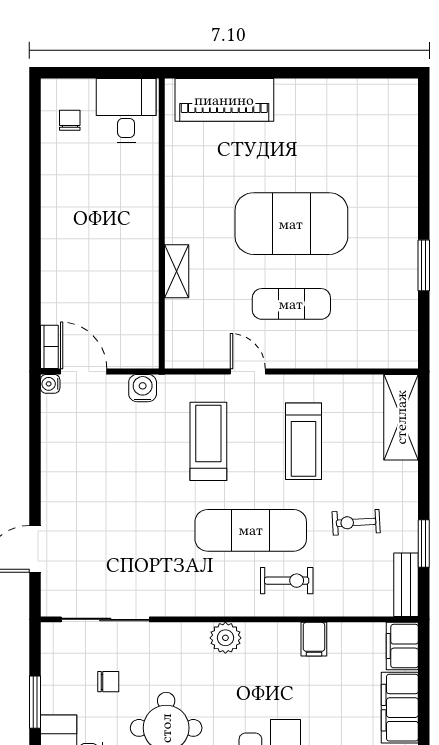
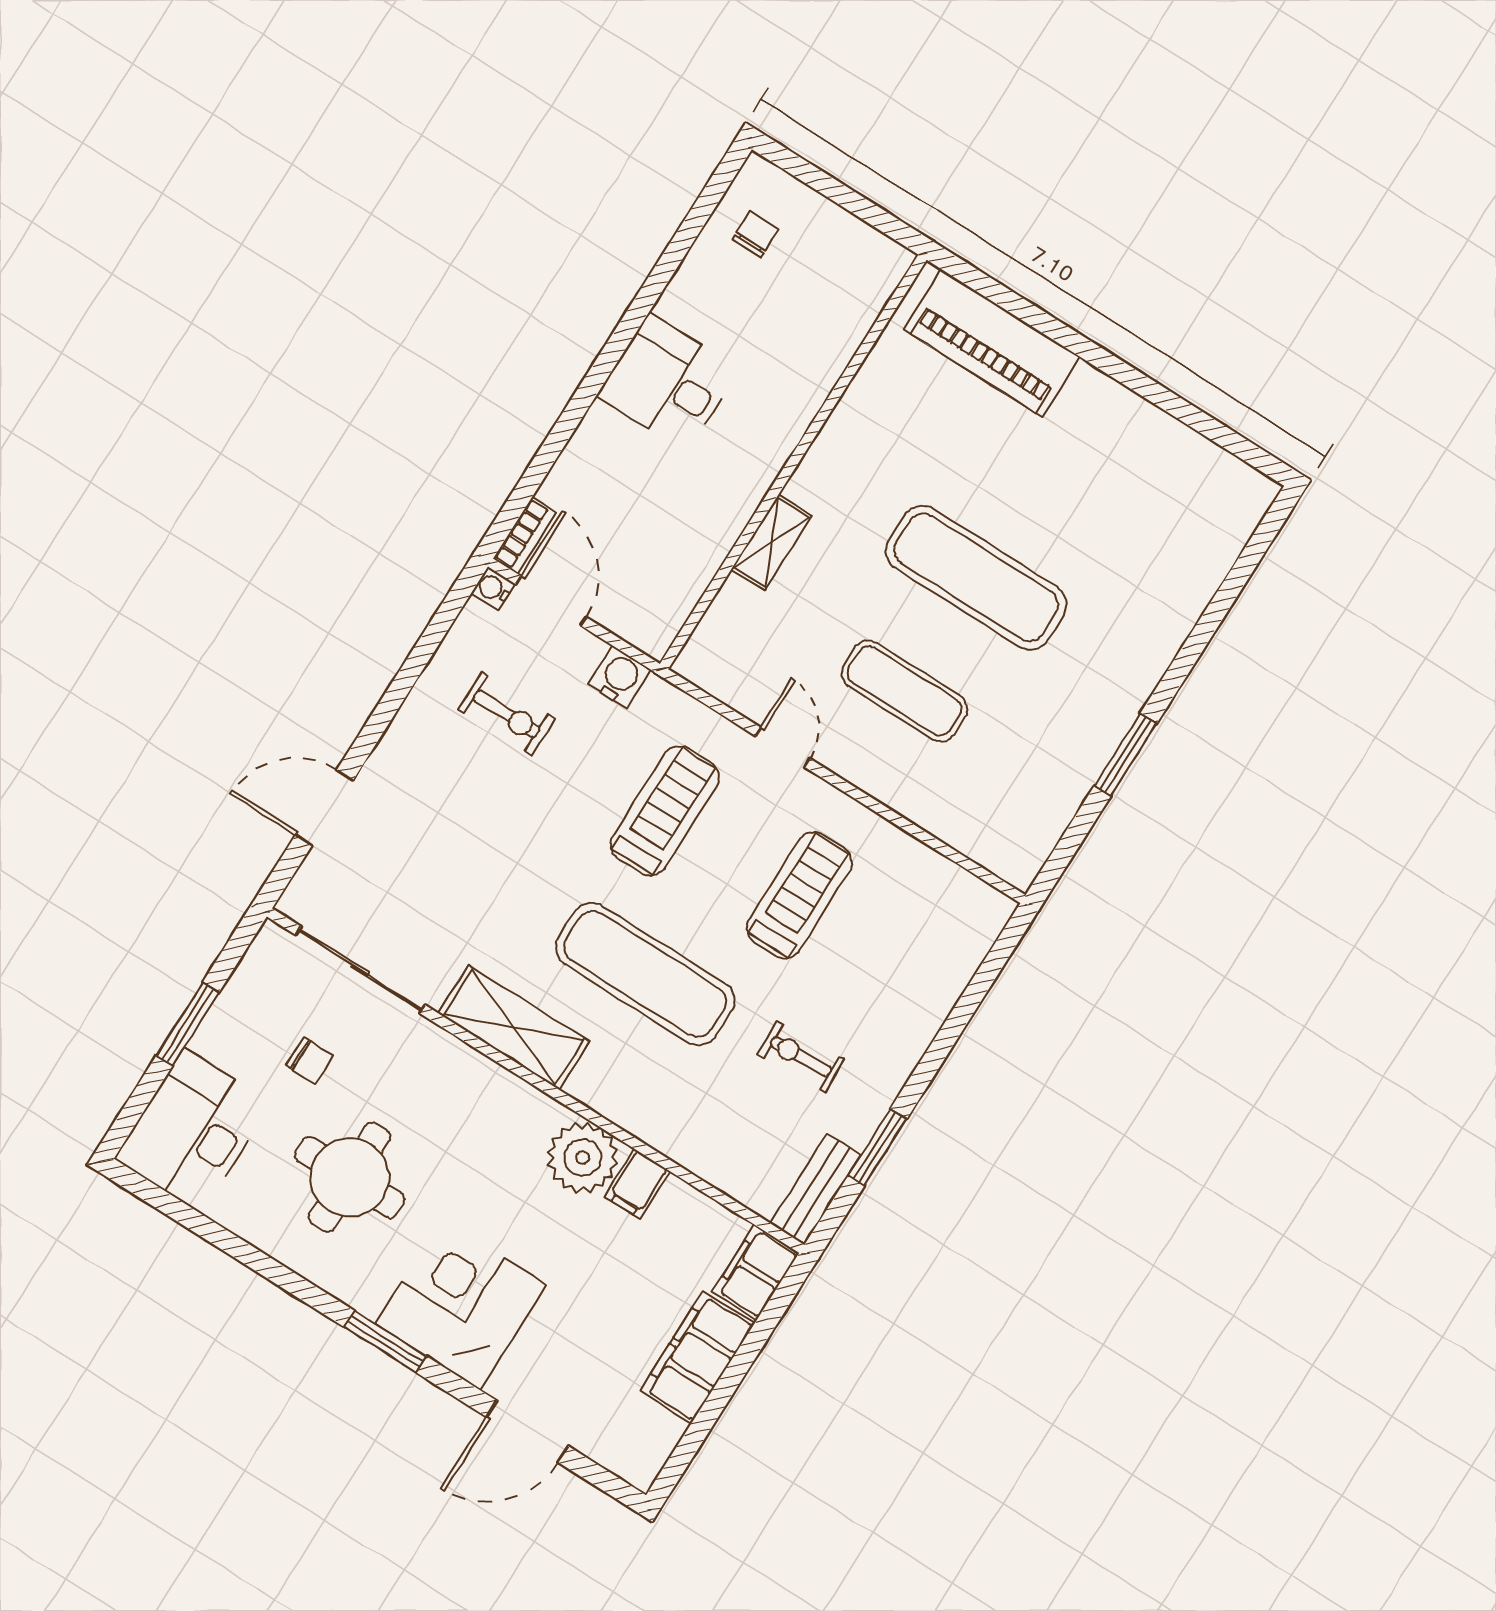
desk: (126, 111) -> (668, 383), moved, turned -90
exercise mat: (291, 224) -> (976, 577), width x0.68
shelving: (401, 417) -> (514, 1027), moved, turned 90
treadmill: (304, 441) -> (799, 895), turned 180
exercise bike: (287, 581) -> (507, 714), moved
plant: (225, 638) -> (583, 1158), moved, width x1.36, depth x1.36

